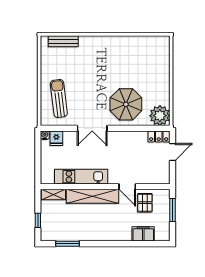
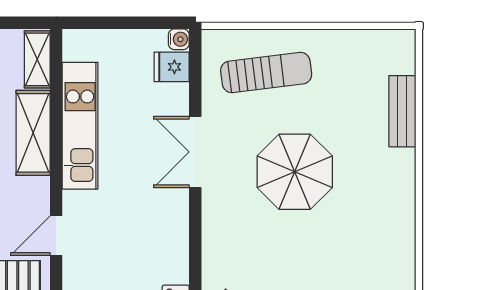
bench: (63, 41) -> (402, 111), moved
parasol: (126, 104) -> (295, 172), moved
shelving: (92, 196) -> (33, 133), width x0.68

